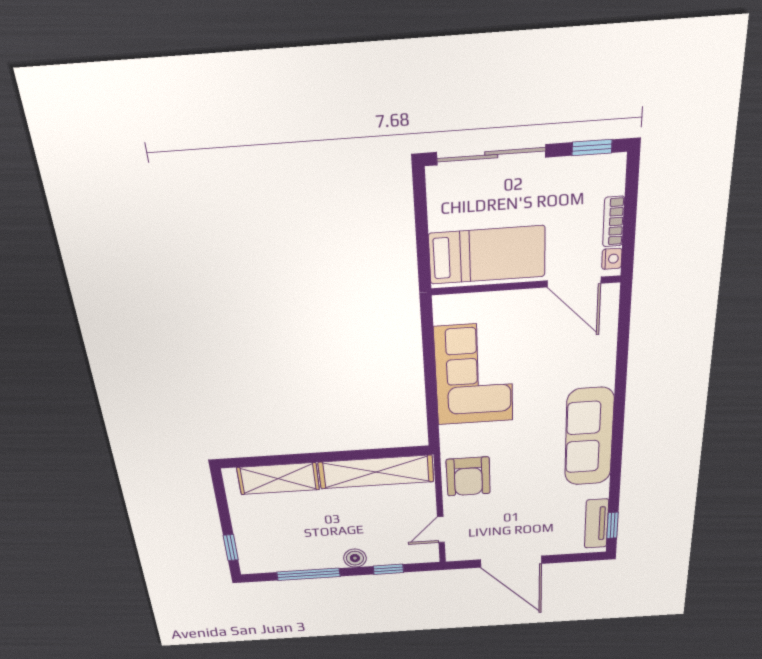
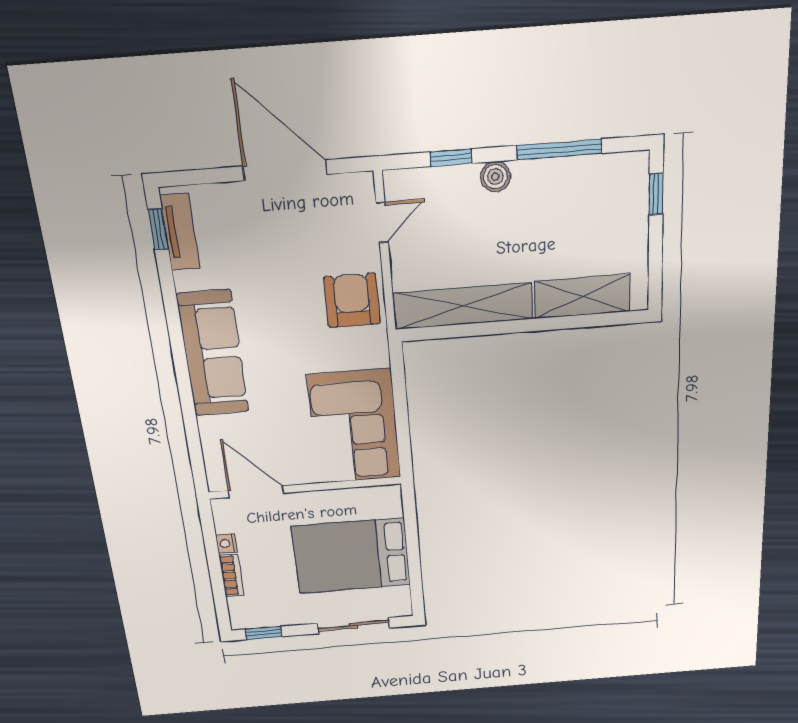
sliding door: (491, 155) -> (353, 626), width x0.73
bed: (487, 255) -> (351, 556), width x1.50
door: (574, 282) -> (256, 492), moved
wall: (526, 285) -> (305, 488), moved

